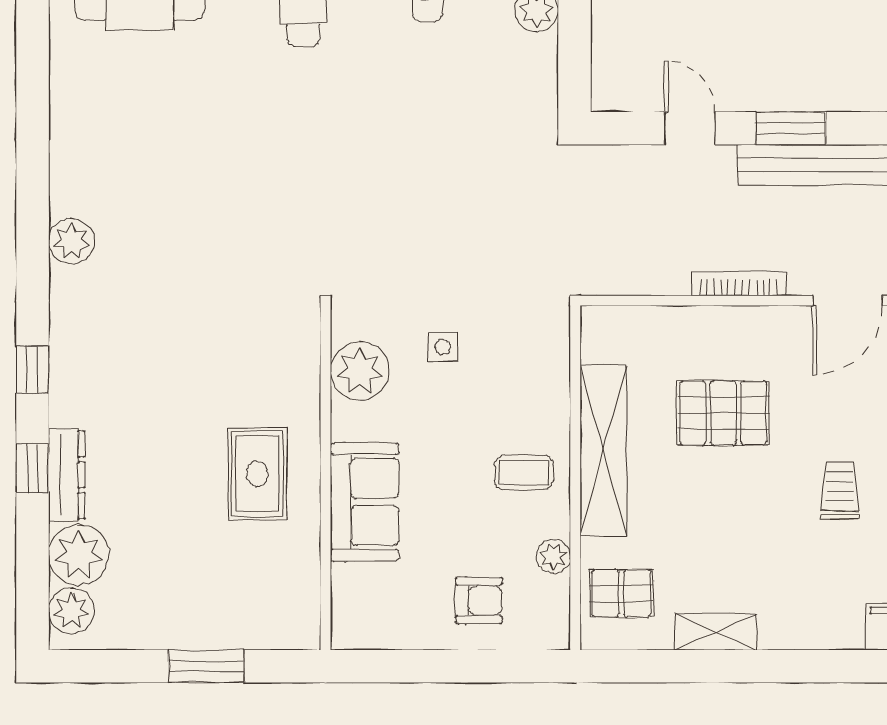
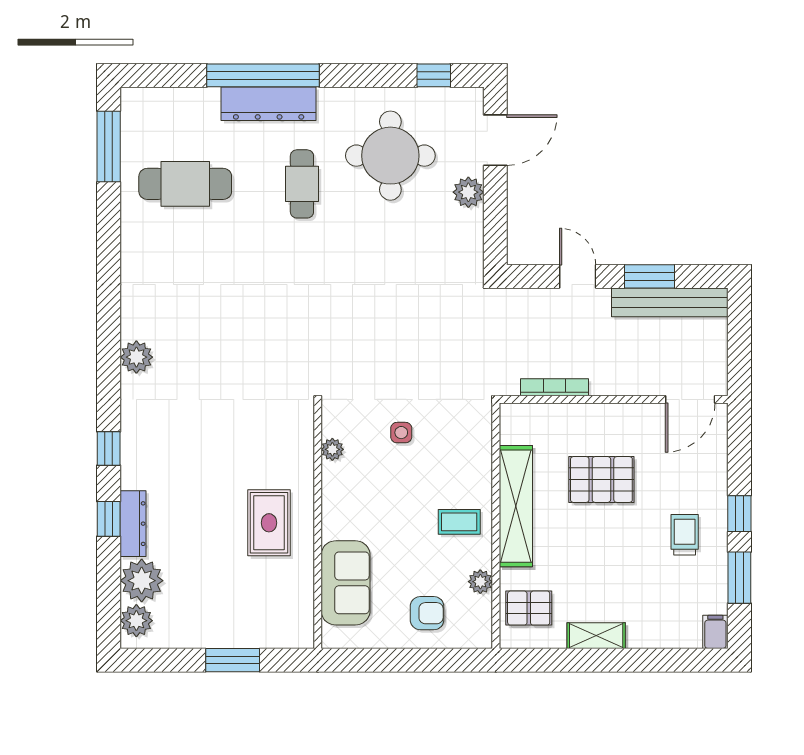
bookcase: (739, 284) -> (555, 387), moved
plant: (360, 371) -> (332, 449), width x0.53, depth x0.53
sofa: (365, 502) -> (346, 583), moved

